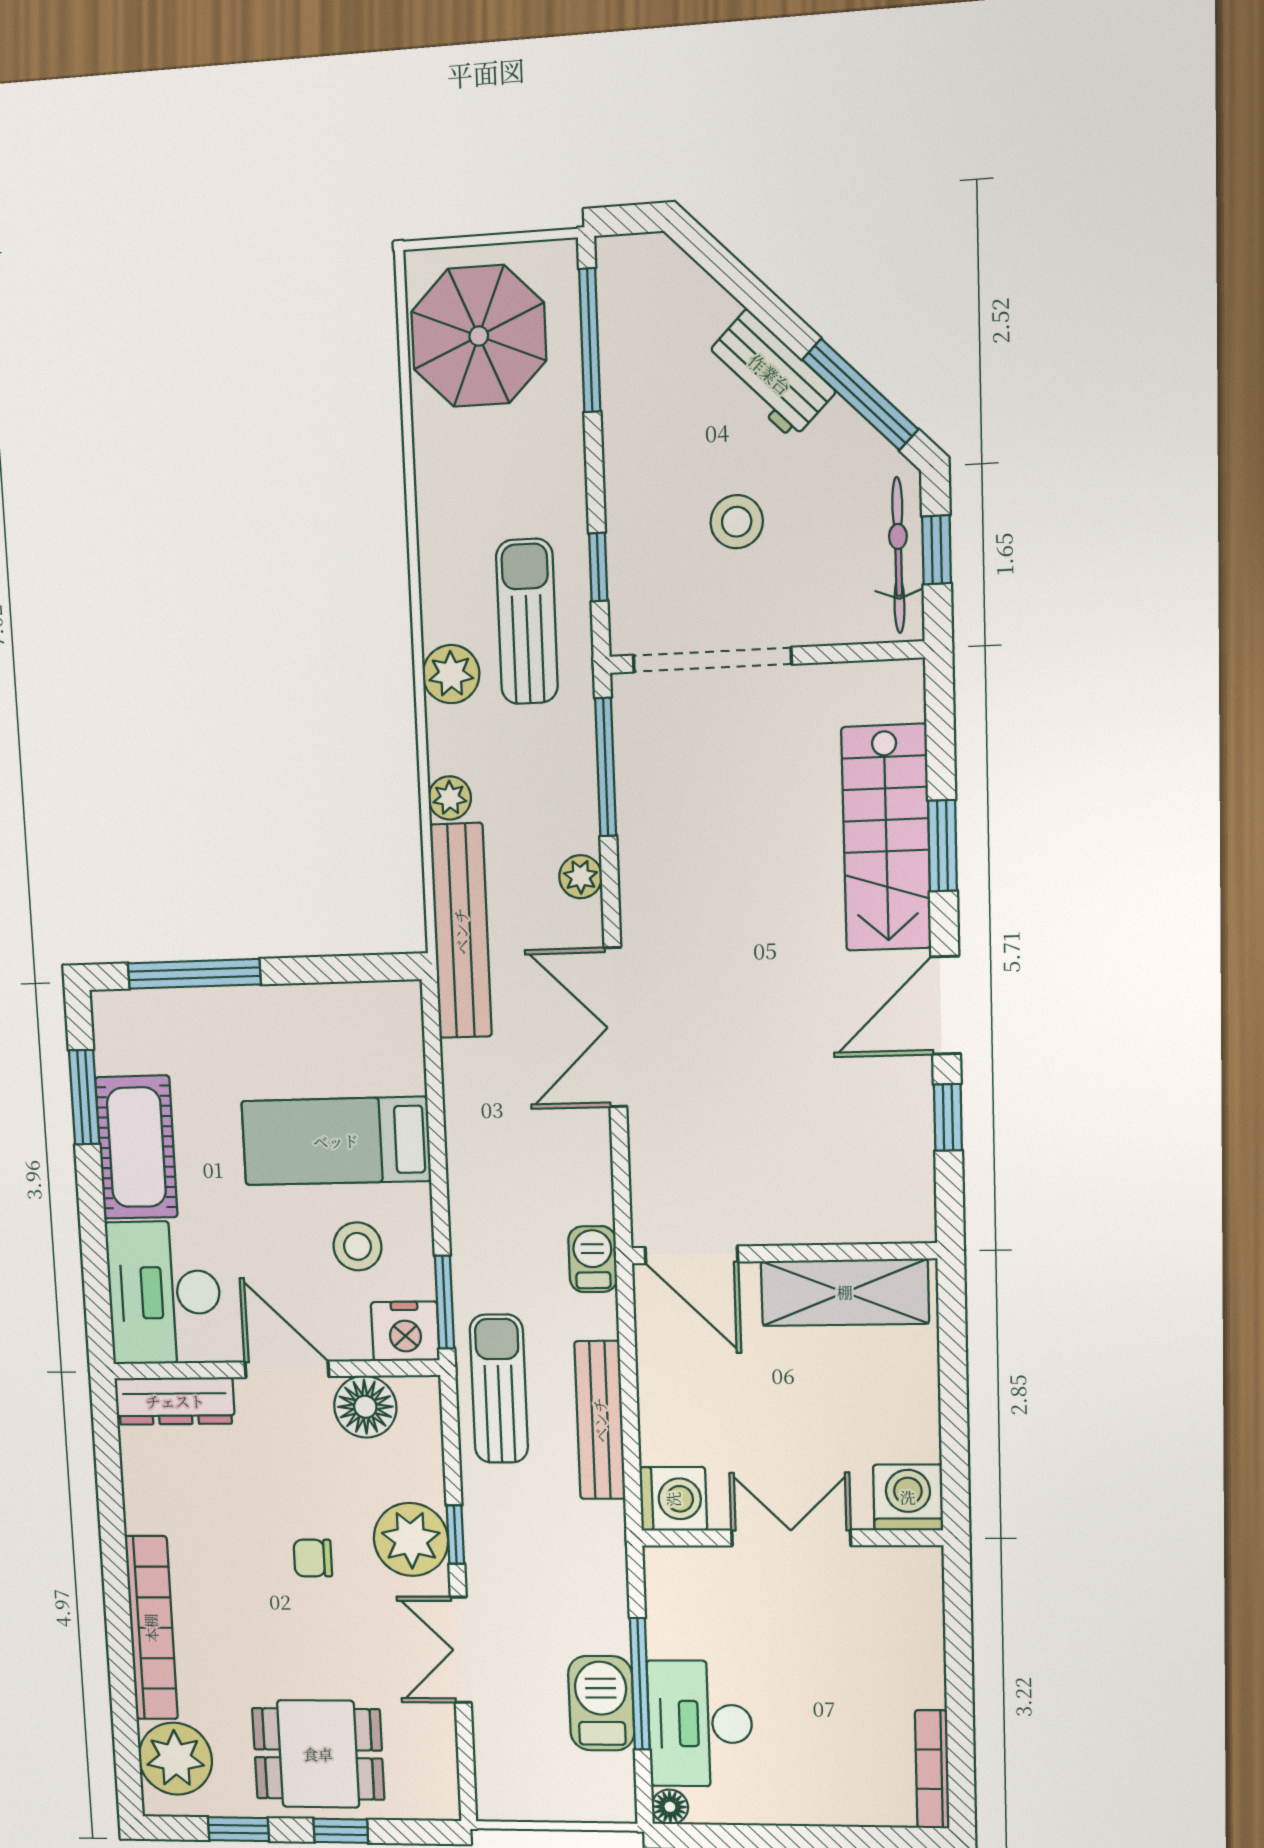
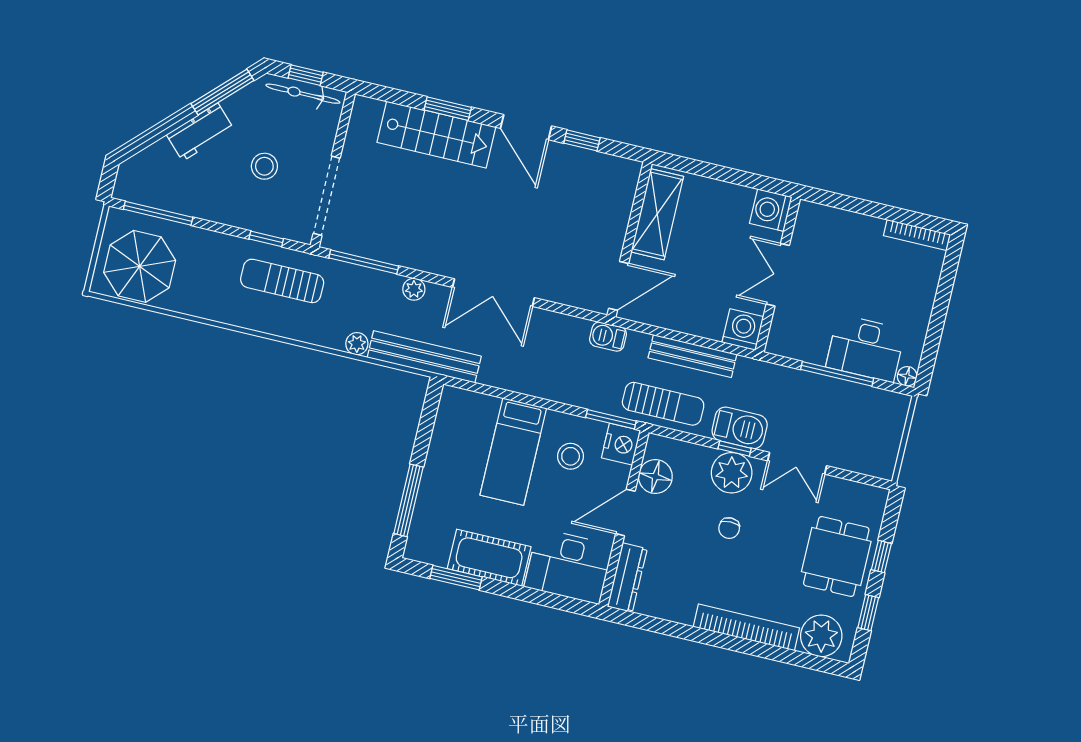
plant: (451, 674) -> (297, 326), removed
sun lounger: (499, 1389) -> (663, 404), turned 180
barbecue: (601, 1703) -> (740, 428), moved, turned 180

